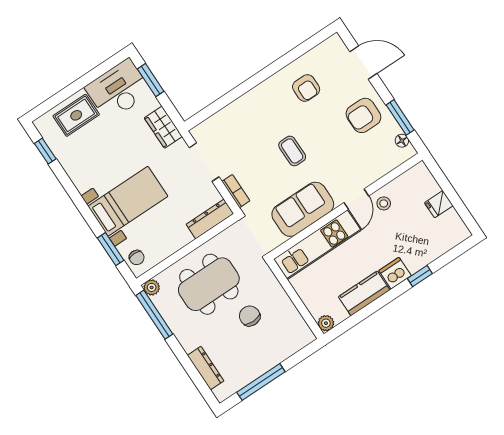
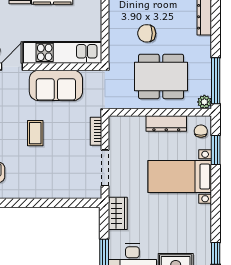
dresser: (210, 219) -> (166, 124), moved
chair: (250, 316) -> (147, 33), turned 90

